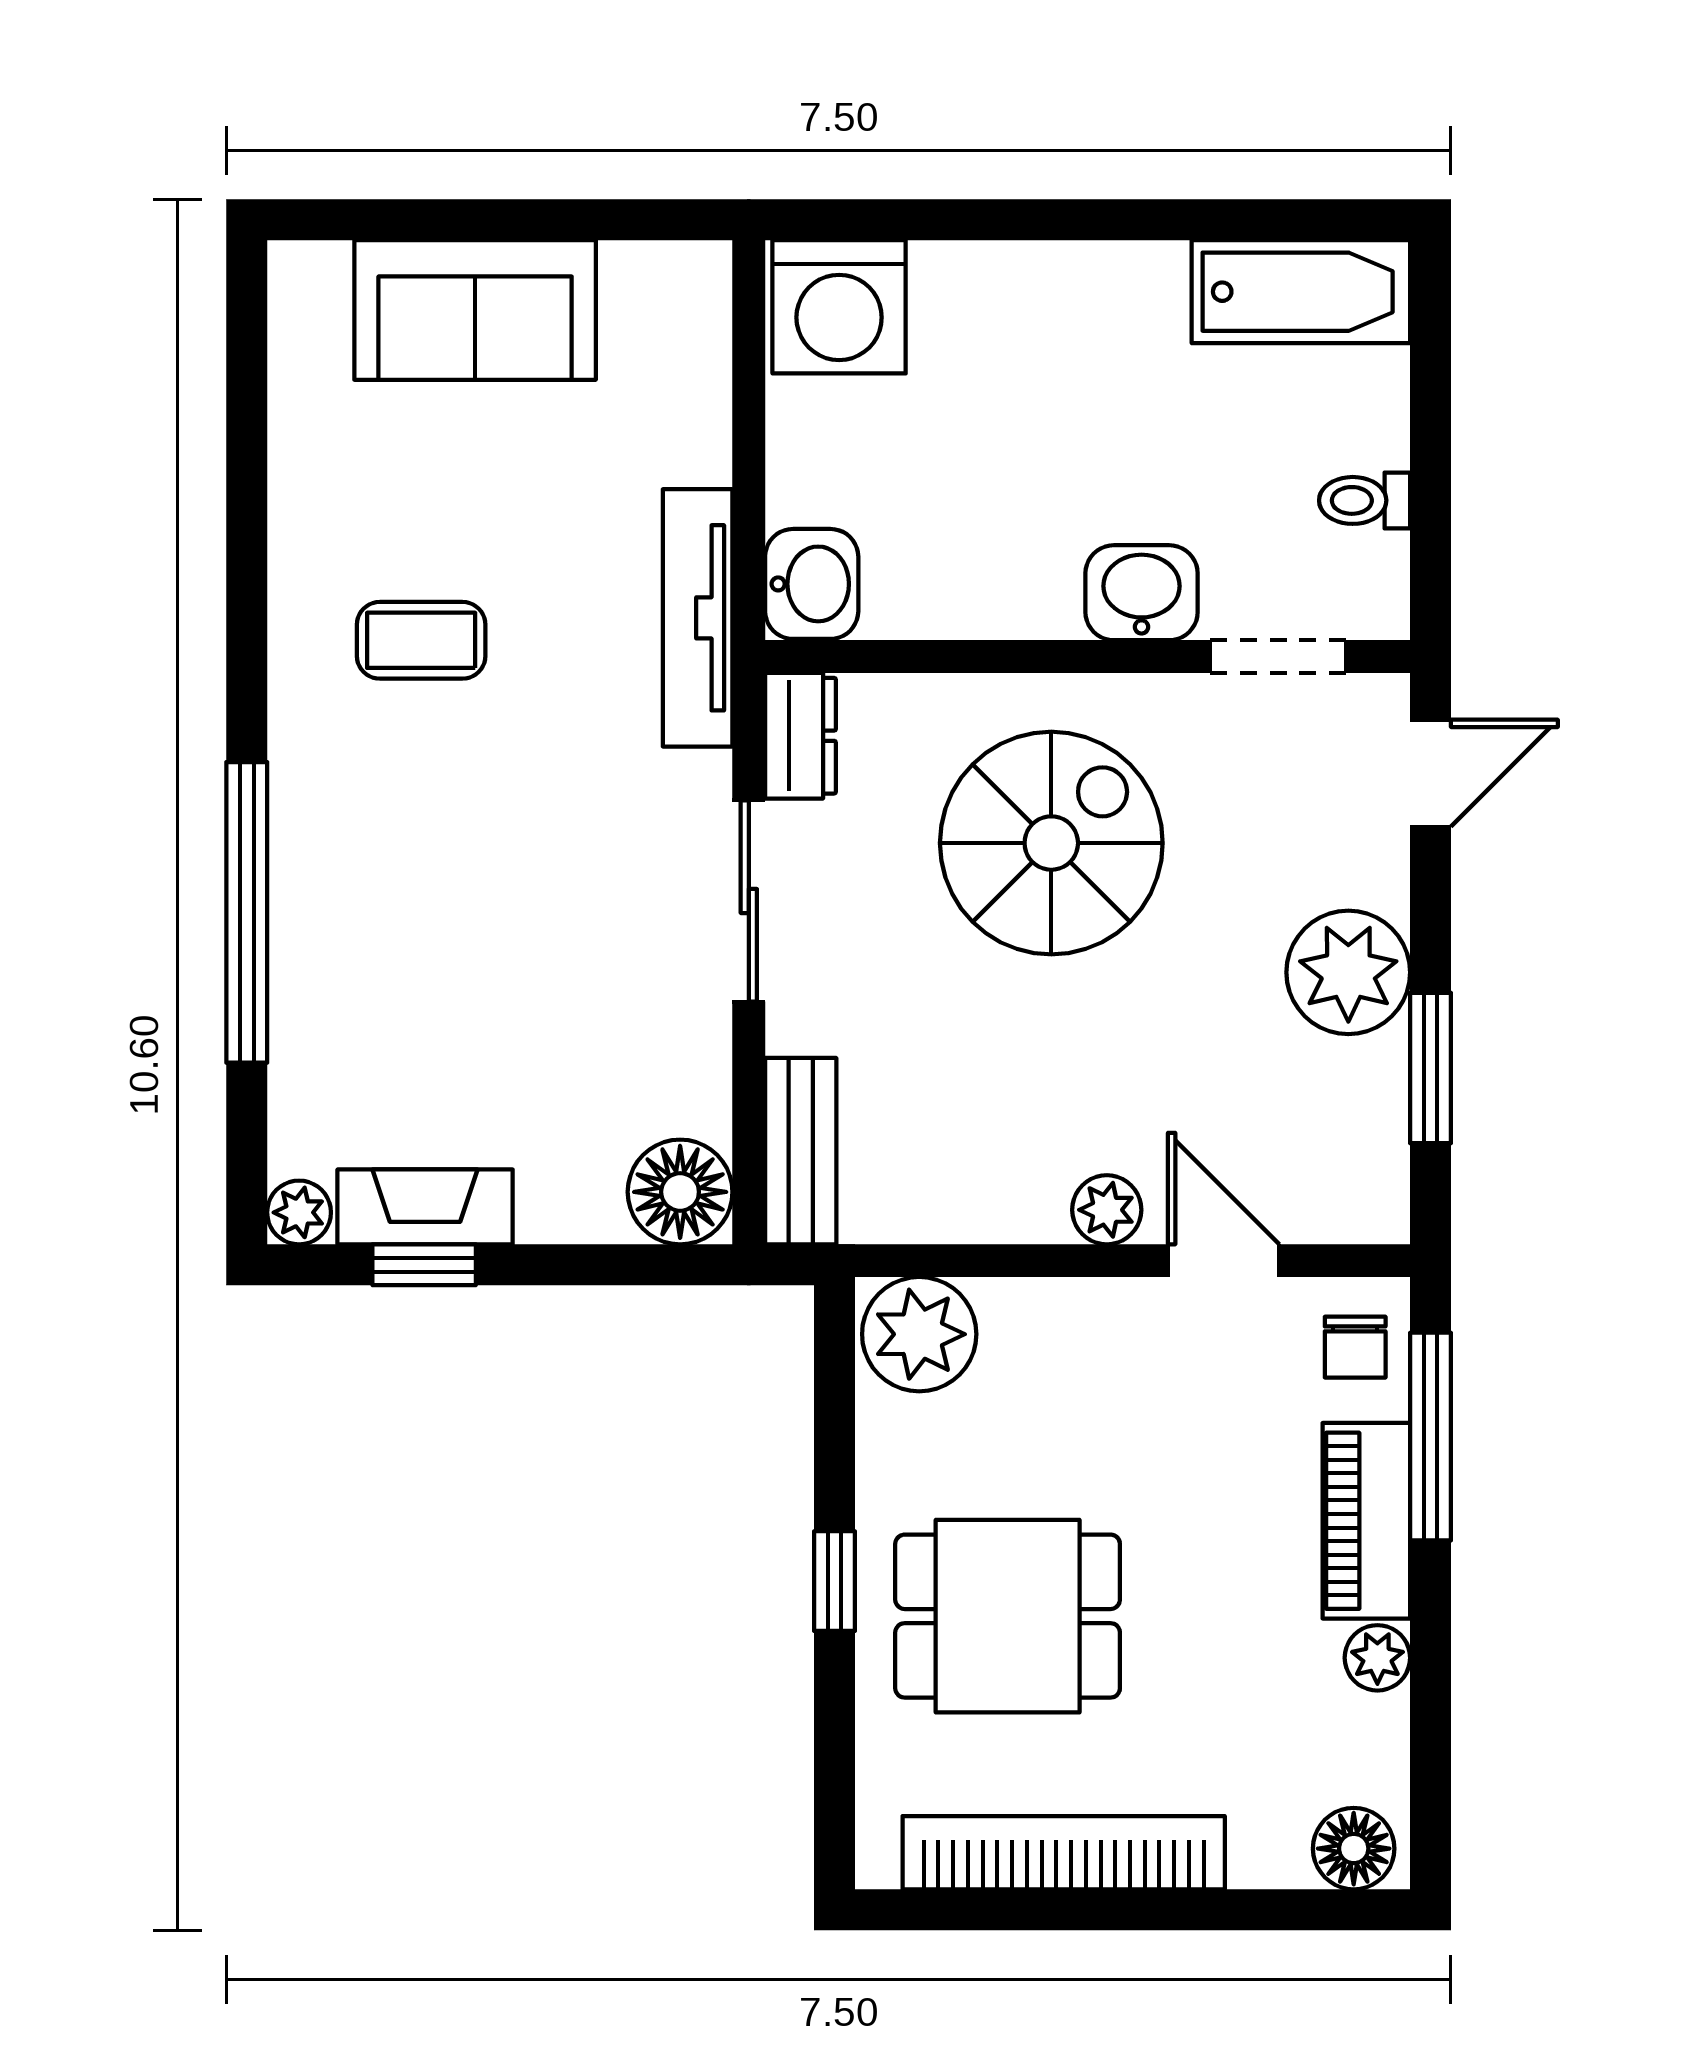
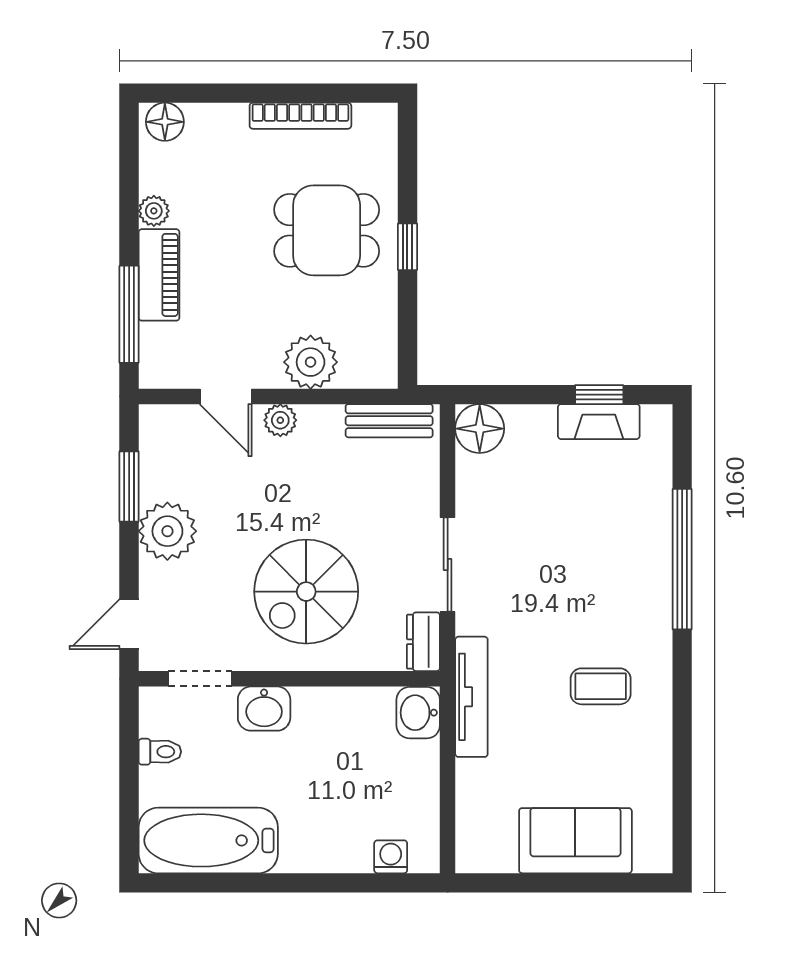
bathtub: (1301, 292) -> (208, 840), width x1.36, depth x1.36
washing machine: (839, 307) -> (391, 857), width x0.53, depth x0.53
bench: (801, 1151) -> (389, 421), moved, turned 90
plant: (299, 1212) -> (658, 419), removed
plant: (919, 1334) -> (311, 362), moved
chair: (1355, 1347) -> (164, 356), removed
bookcase: (1064, 1853) -> (300, 116), width x0.68, depth x0.76

